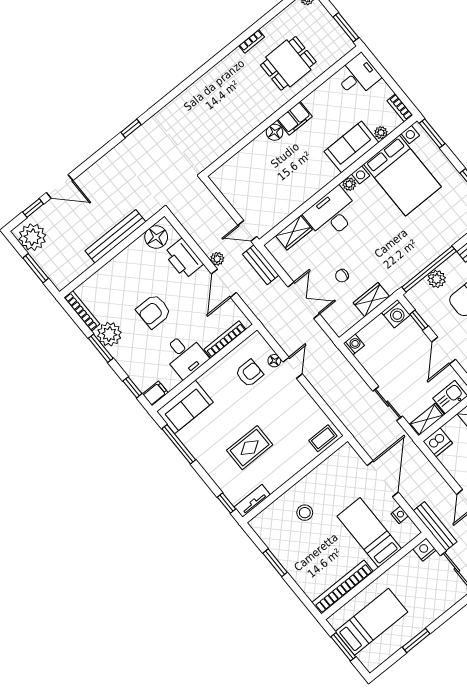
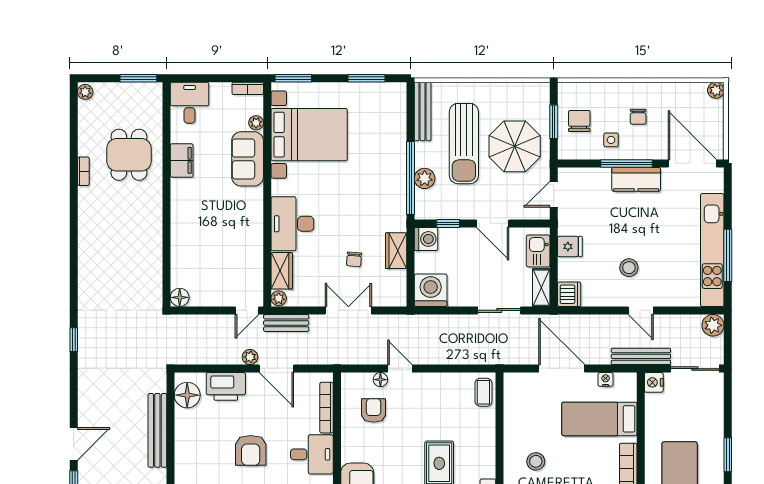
filing cabinet: (295, 118) -> (182, 160), moved
floor lamp: (275, 132) -> (180, 297), moved
plant: (349, 184) -> (279, 298), moved
washing machine: (354, 344) -> (431, 290), width x1.89, depth x1.89

